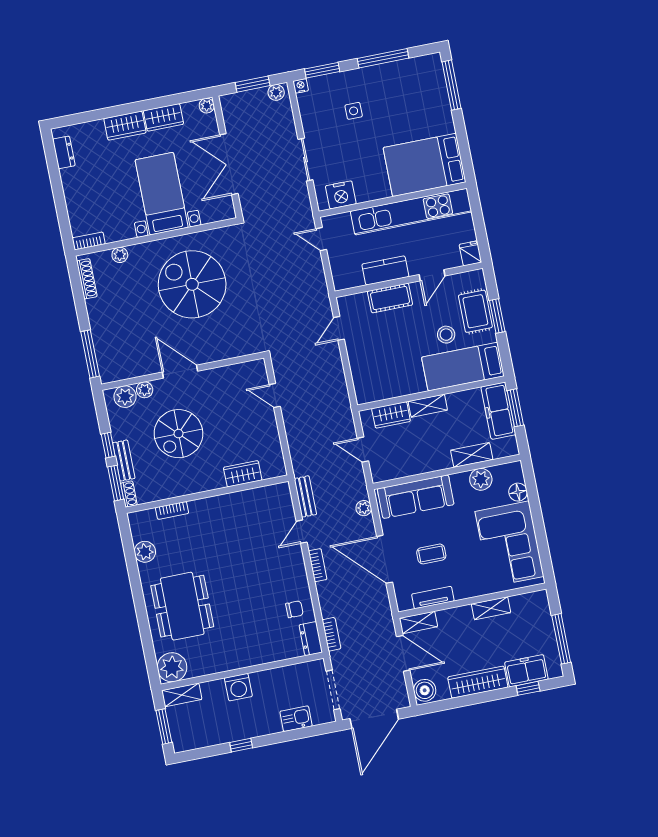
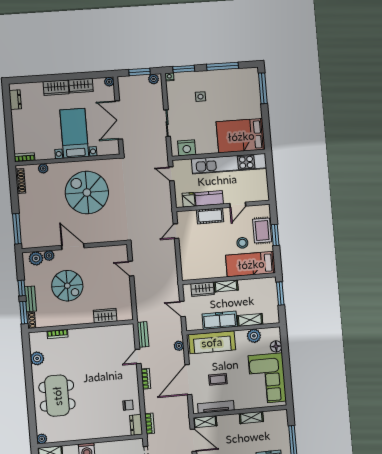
fridge: (470, 253) -> (189, 200), moved
freezer: (498, 411) -> (220, 320), moved, turned 90
spiral stairs: (178, 434) -> (67, 286), turned -90
door: (385, 559) -> (188, 380), hinge flipped
tv unit: (433, 598) -> (216, 407), width x1.41
plant: (172, 667) -> (42, 439), width x0.53, depth x0.53

